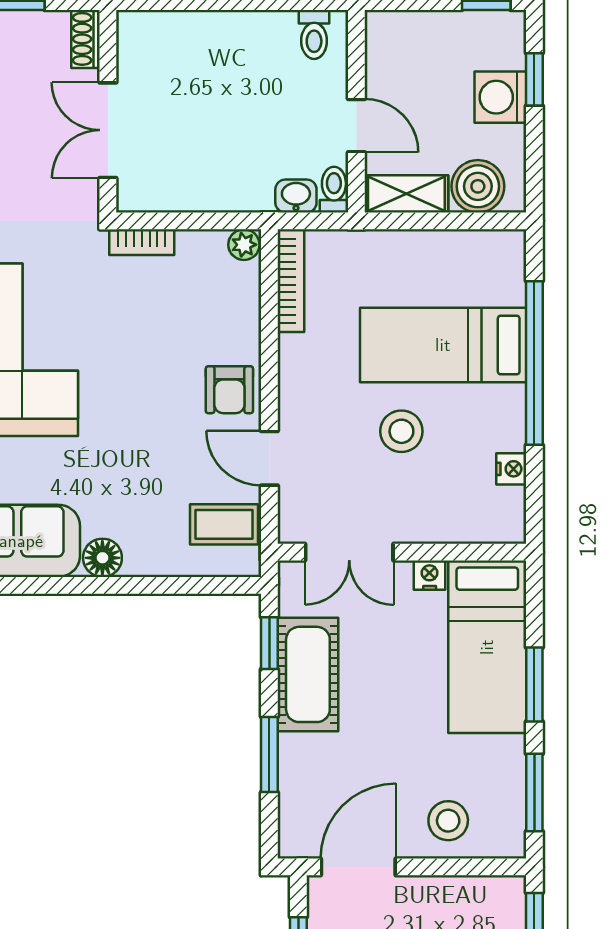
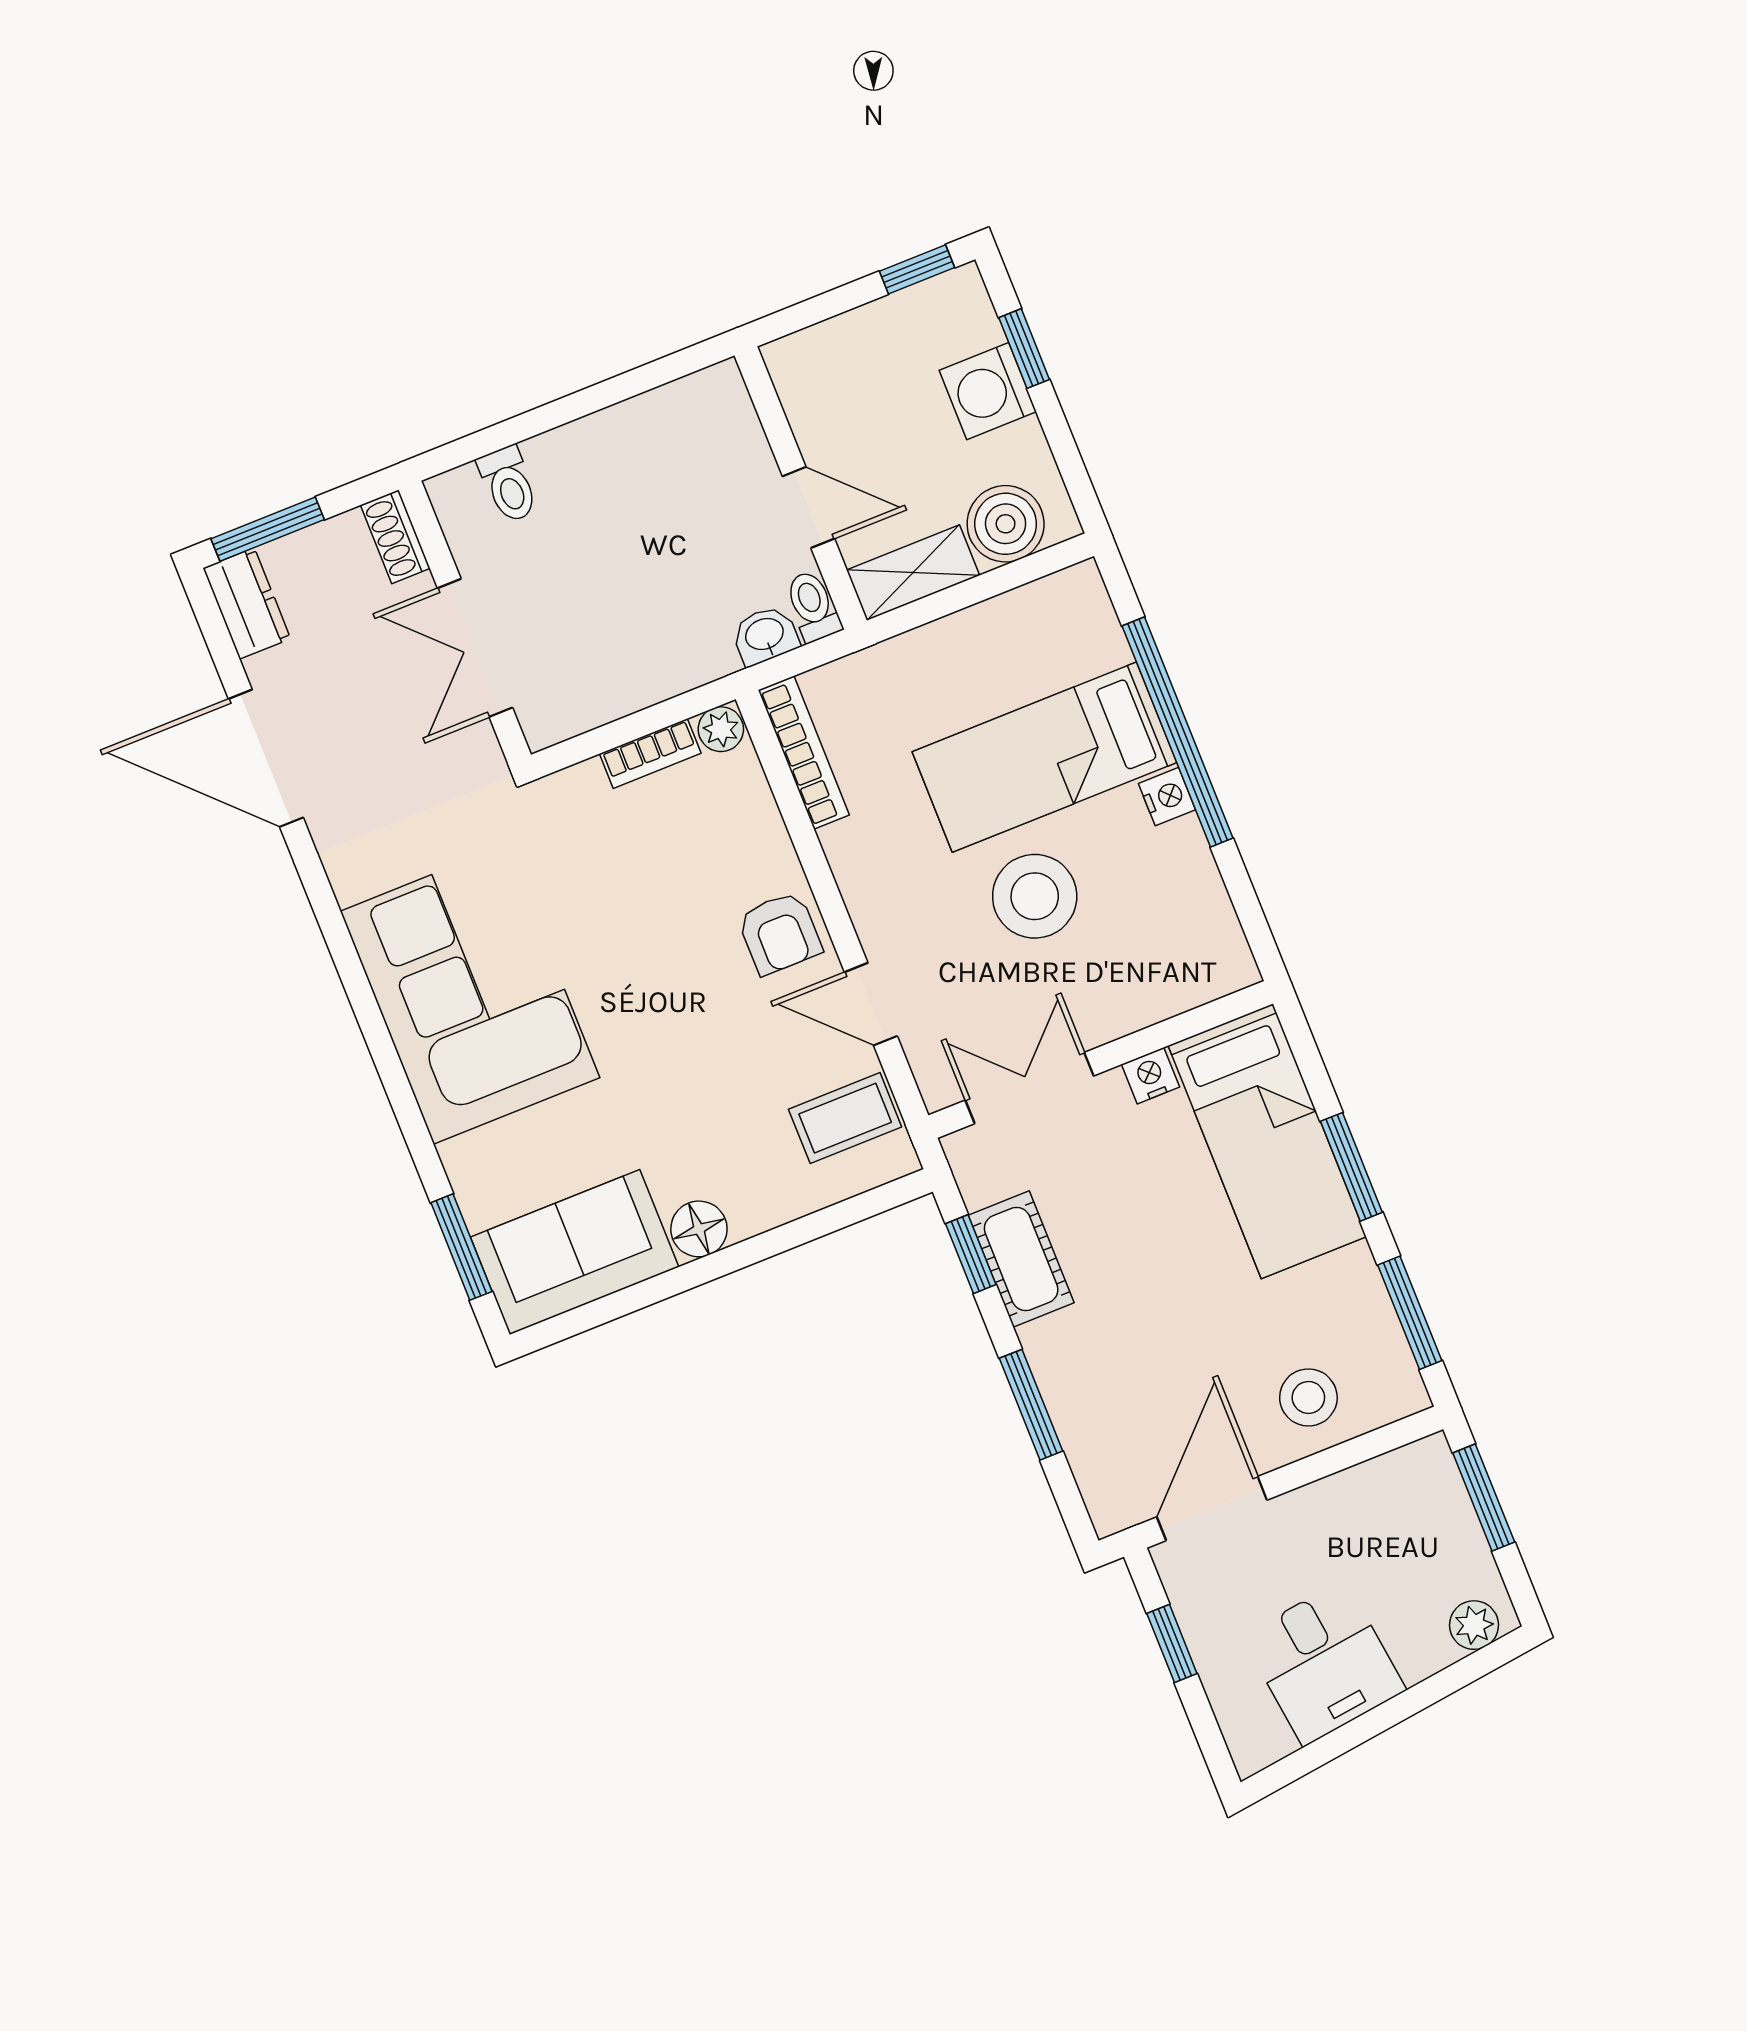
toilet: (314, 34) -> (508, 484), moved
bookcase: (142, 242) -> (650, 753), moved
stool: (401, 431) -> (1035, 896), width x1.38, depth x1.38
nightstand: (511, 469) -> (1167, 797), moved
double door: (349, 552) -> (1029, 1088), swing flipped
cot: (308, 674) -> (1021, 1259), width x0.73, depth x0.75

